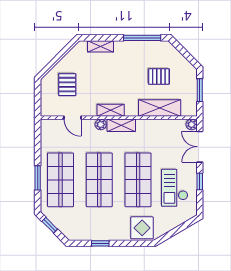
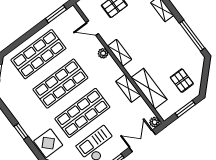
pallet: (159, 76) -> (182, 81), moved
door: (73, 118) -> (92, 28), hinge flipped
shelving: (121, 125) -> (128, 88), moved
window: (38, 178) -> (56, 14), moved
window: (100, 243) -> (21, 131), moved

